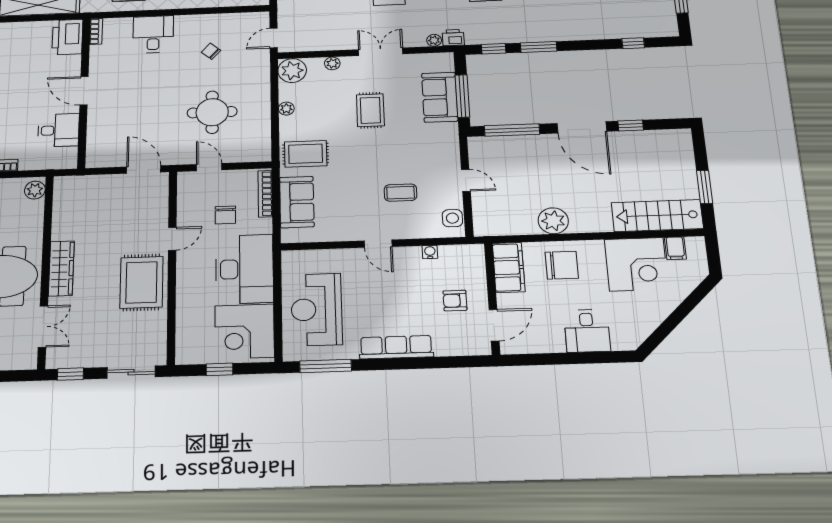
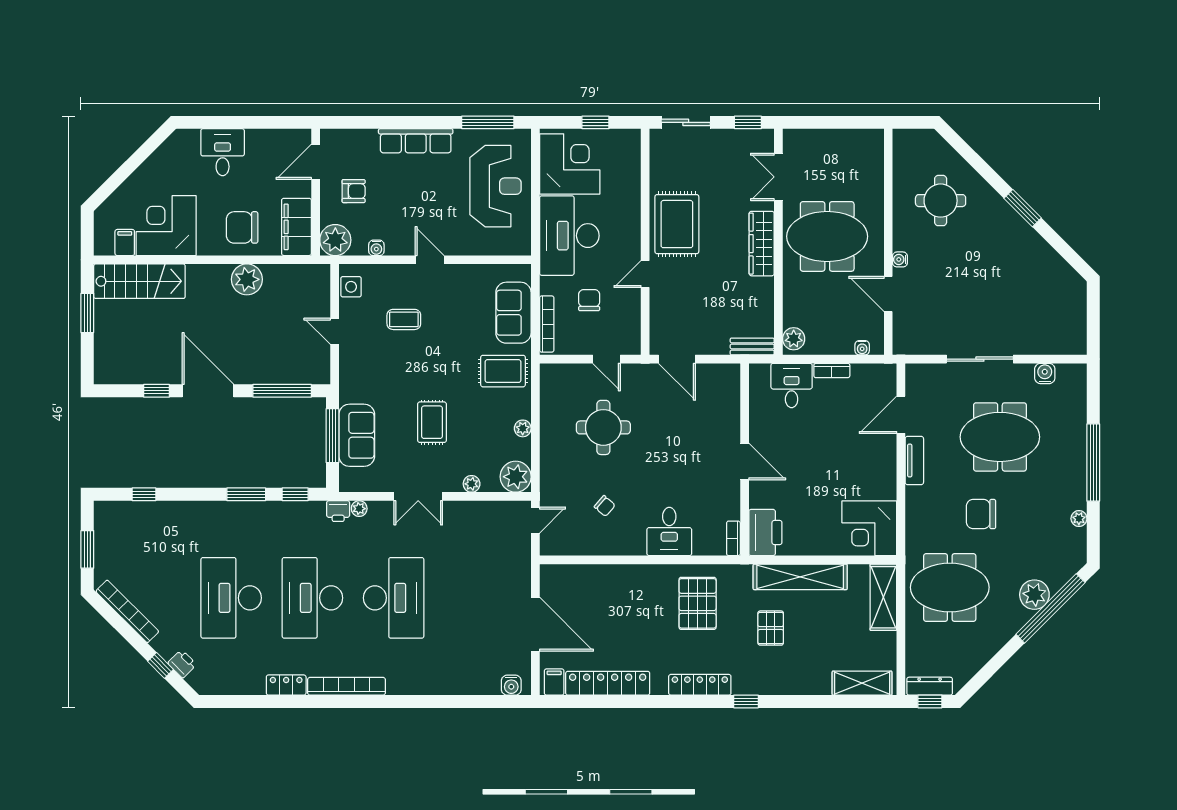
desk: (58, 130) -> (792, 385), moved, turned 90
bench: (74, 182) -> (752, 346), added
plant: (470, 257) -> (335, 240), added

